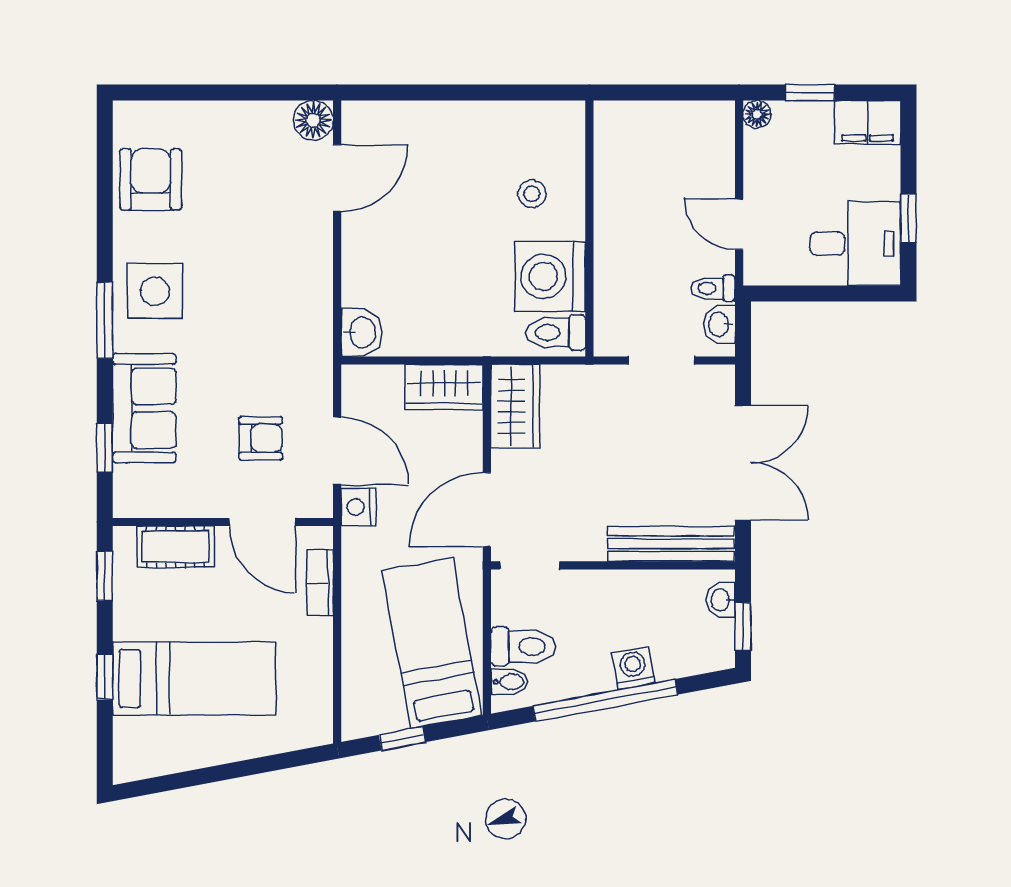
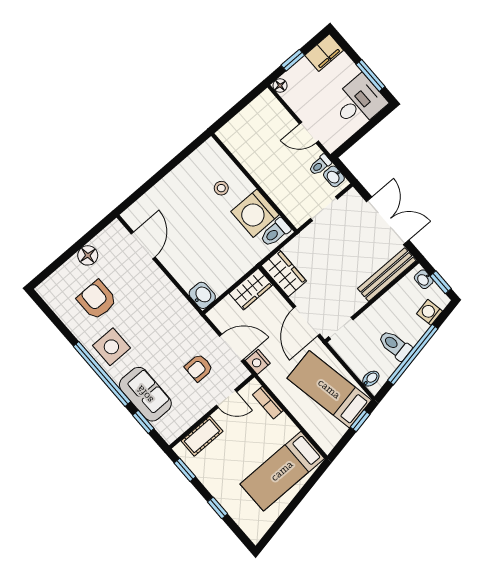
floor lamp: (313, 120) -> (88, 255), moved
armchair: (151, 180) -> (97, 300), moved
window: (908, 218) -> (371, 75), width x1.50
window: (105, 320) -> (102, 374), width x2.11
armchair: (261, 438) -> (199, 368), turned 180
door: (262, 522) -> (226, 399), width x0.73
toilet: (523, 646) -> (395, 345), moved, turned -101
washing machine: (633, 668) -> (429, 312), moved
bed: (194, 678) -> (282, 471), moved, turned 180
window: (402, 739) -> (360, 421), moved

